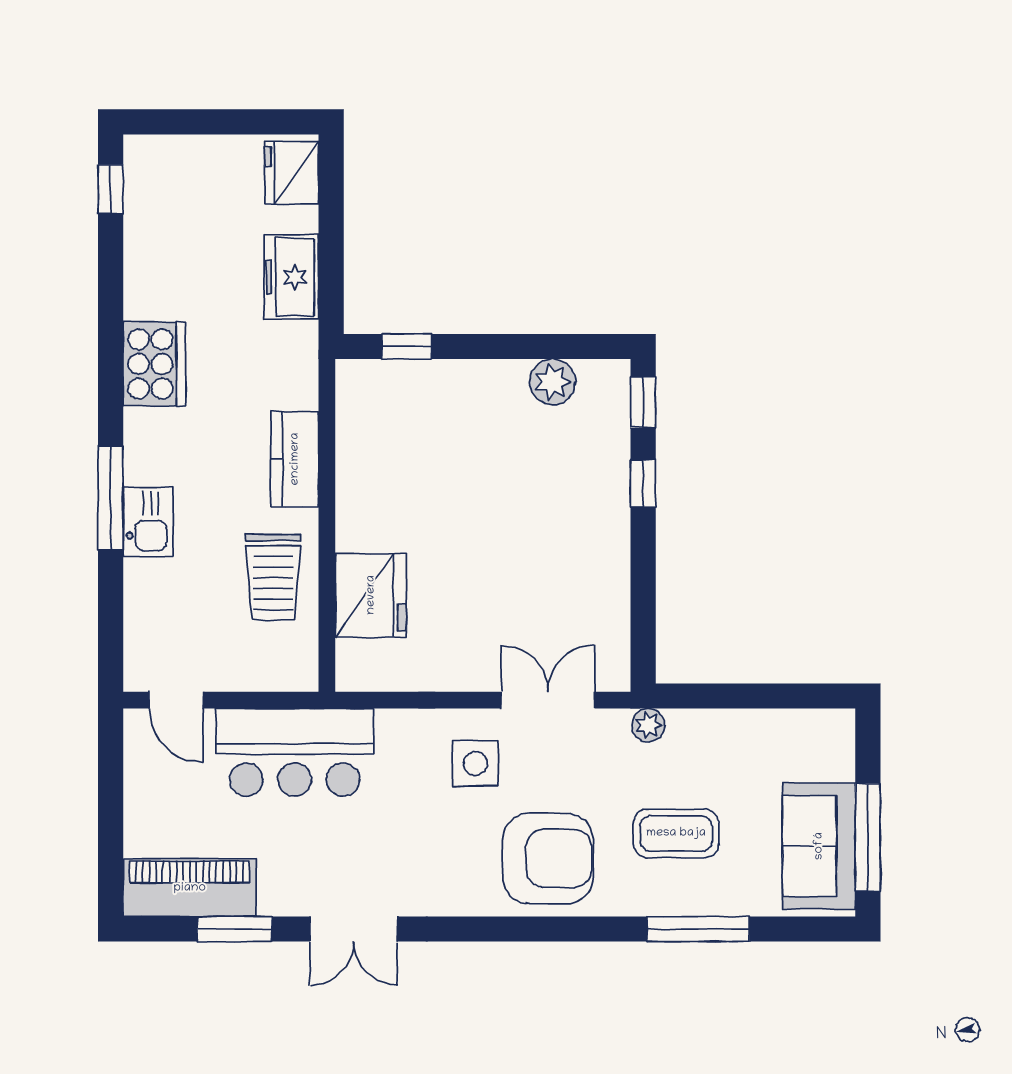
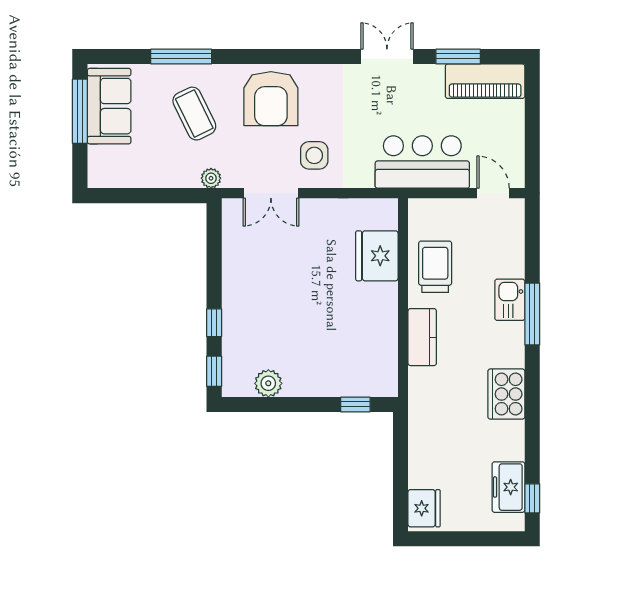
freezer: (291, 277) -> (508, 487), moved, turned 180
coffee table: (676, 833) -> (194, 114), turned 64
armchair: (548, 858) -> (271, 99), turned -90

